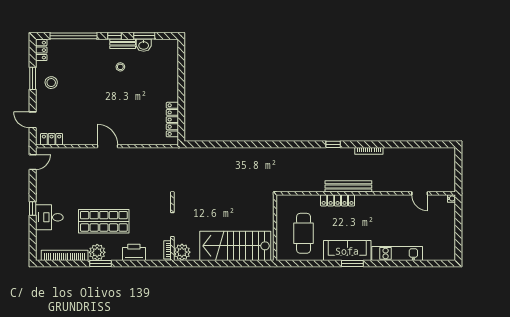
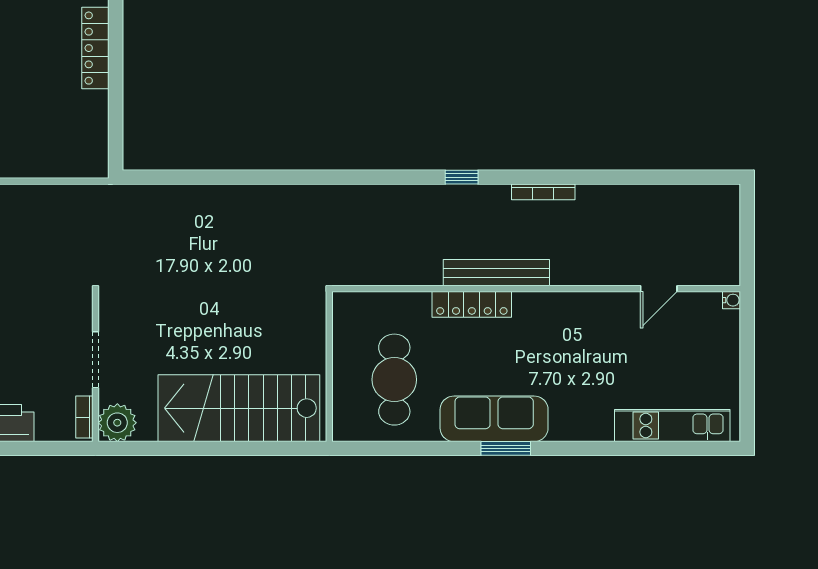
locker: (172, 120) -> (95, 48), moved
door: (420, 193) -> (659, 289), hinge flipped
kitchen unit: (397, 253) -> (672, 425), moved

